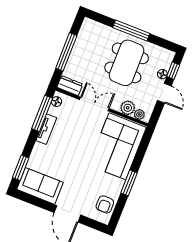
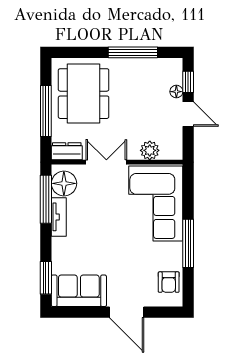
window: (131, 31) -> (133, 52), moved
dining table: (127, 63) -> (84, 94), moved
floor lamp: (57, 102) -> (64, 183), width x1.89, depth x1.89
plant: (139, 114) -> (168, 153), removed
window: (129, 183) -> (188, 243), width x1.44

